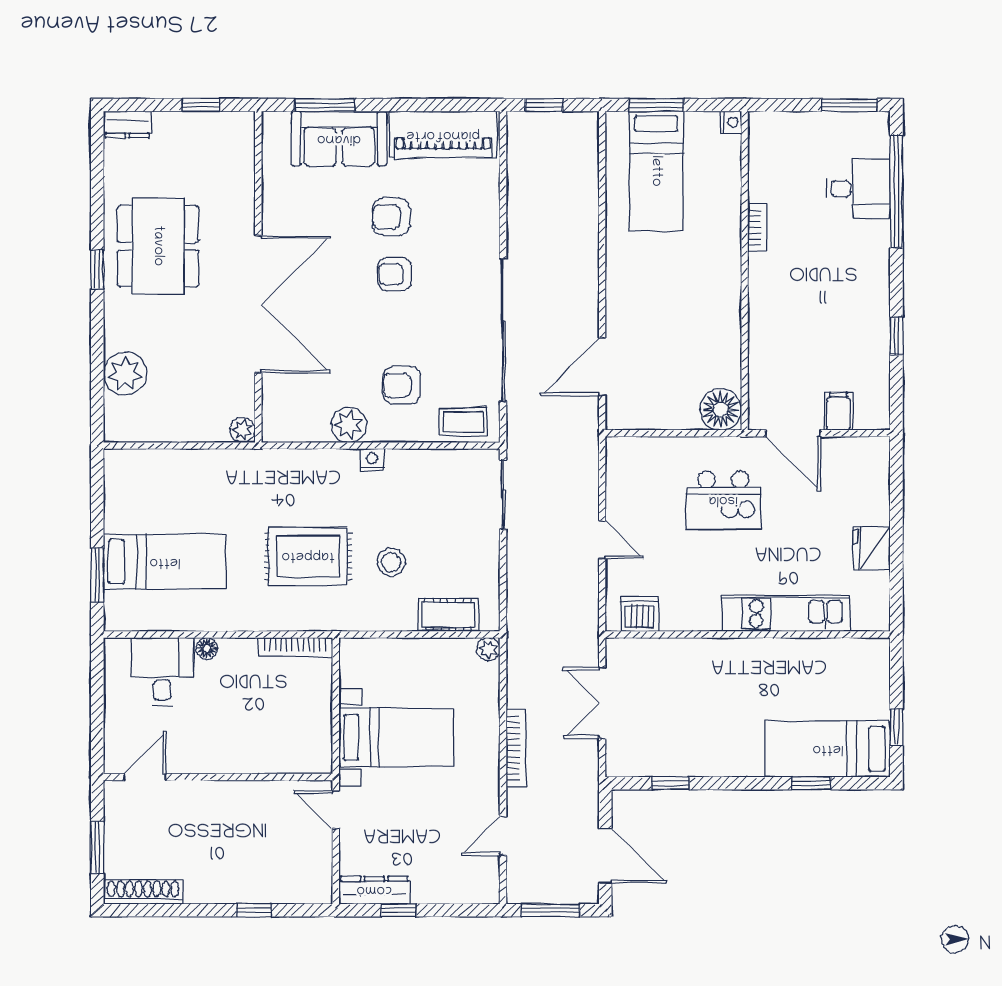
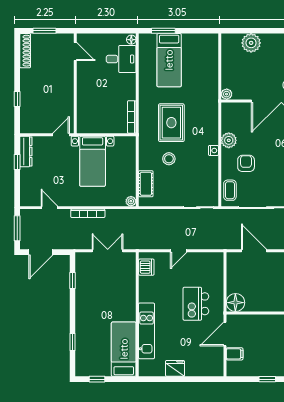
floor lamp: (207, 648) -> (131, 40), moved
bed: (828, 749) -> (124, 349), moved

